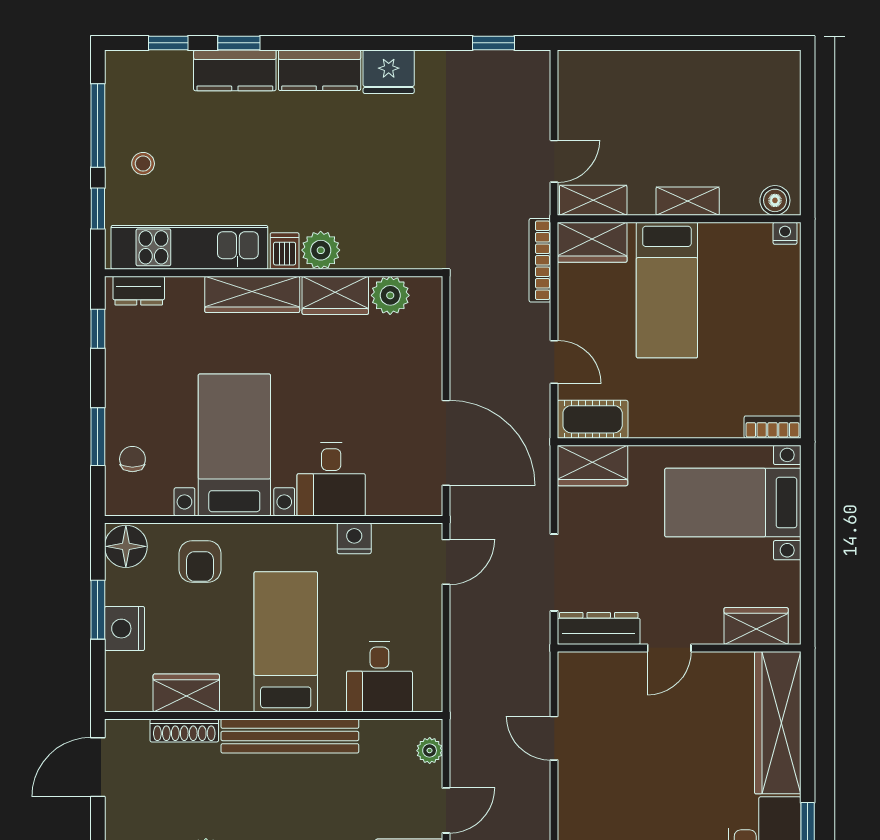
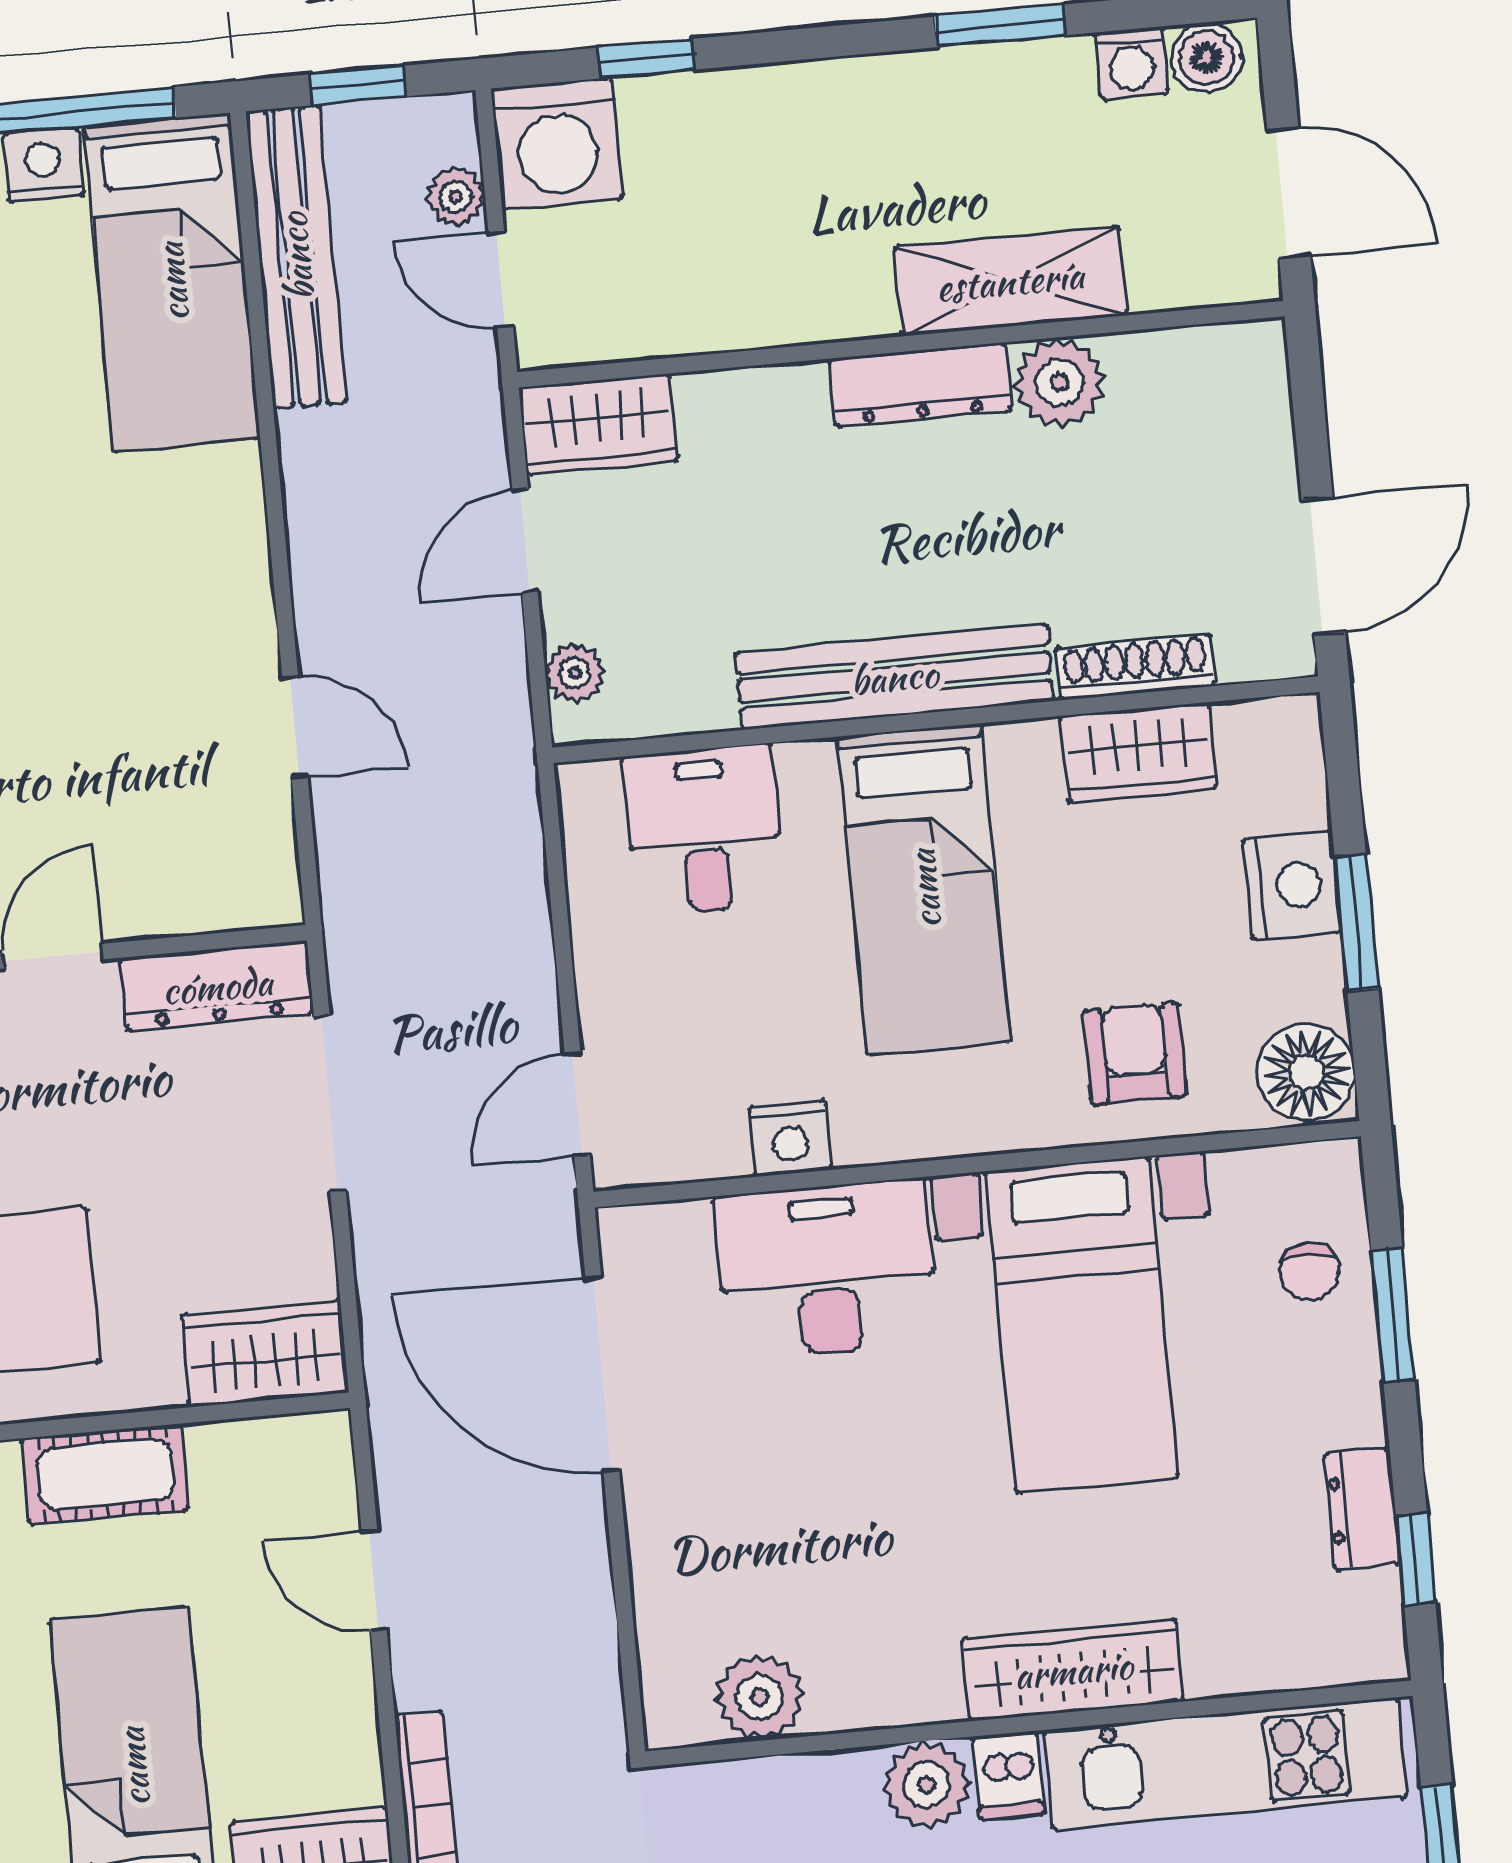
dresser: (139, 291) -> (1362, 1509), moved, turned -90
wardrobe: (335, 295) -> (884, 1685), removed
cot: (593, 419) -> (105, 1474), moved
desk: (331, 479) -> (826, 1270), width x1.37

